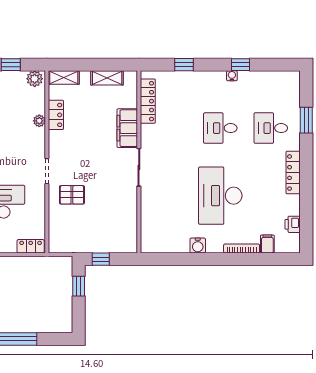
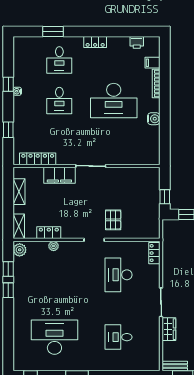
locker: (293, 173) -> (95, 42), width x0.66

